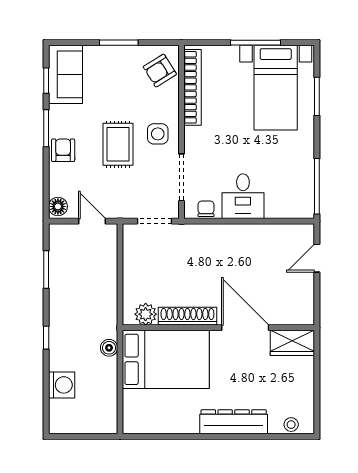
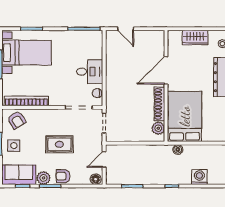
plant: (60, 117) -> (43, 178), added
side table: (158, 134) -> (14, 146), moved
wardrobe: (292, 343) -> (195, 38), moved, turned 90

